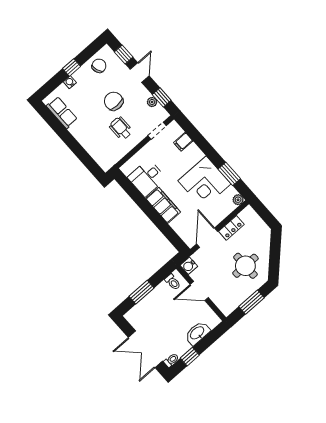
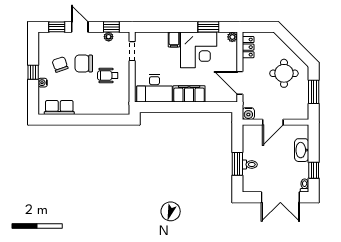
chair: (99, 66) -> (60, 64), moved
filing cabinet: (183, 142) -> (174, 40), moved
desk: (147, 178) -> (154, 88), width x1.37
locker: (231, 228) -> (248, 47), moved
toilet: (173, 282) -> (250, 165), moved

